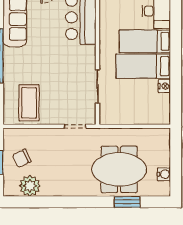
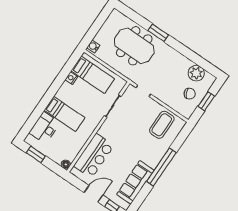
bed: (143, 66) -> (93, 75), moved
water cooler: (164, 174) -> (93, 46), moved
window: (127, 202) -> (158, 33), moved

